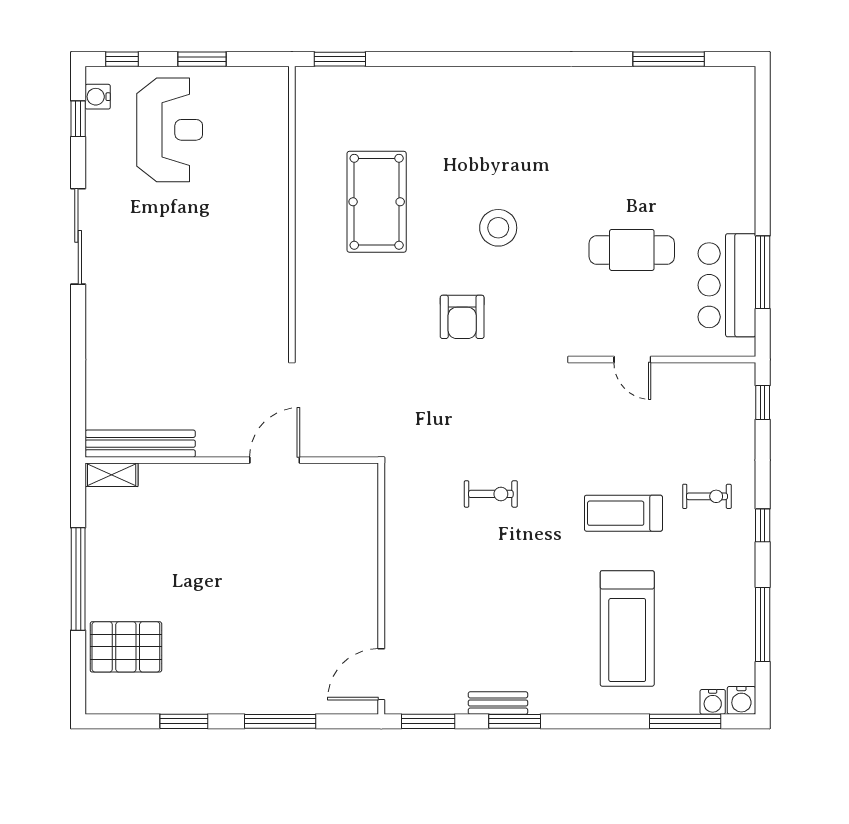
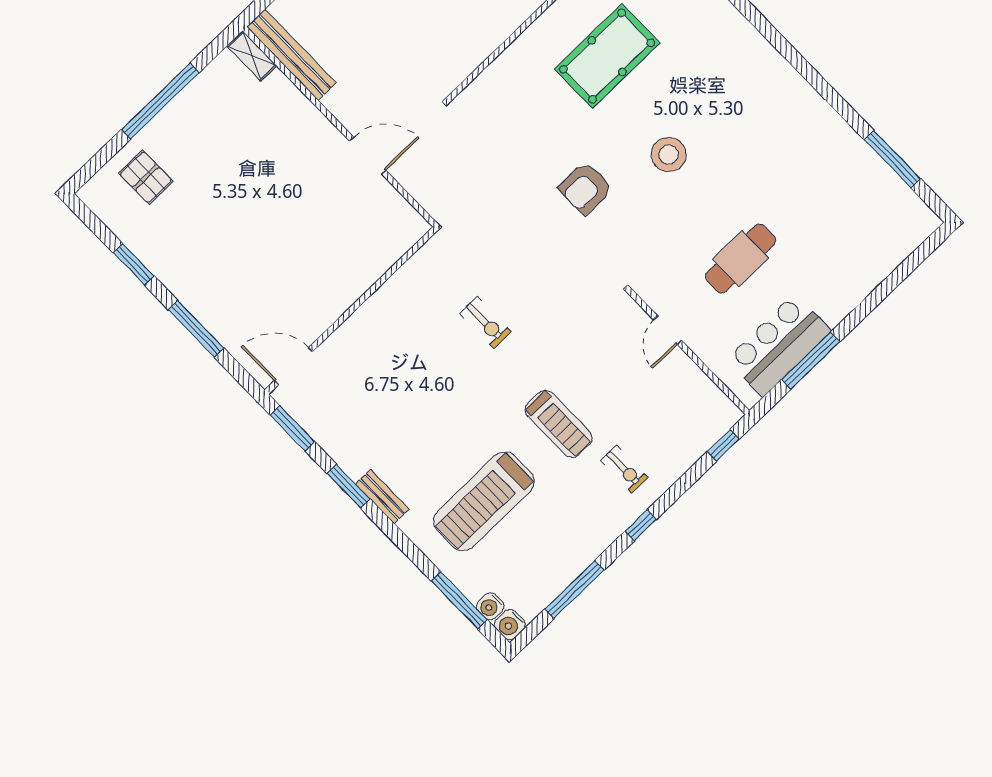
cafe table: (632, 250) -> (741, 258), turned 90
treadmill: (623, 513) -> (559, 424), turned 180
pallet: (126, 647) -> (146, 177), width x0.67, depth x0.71
bench: (498, 703) -> (382, 497), moved

